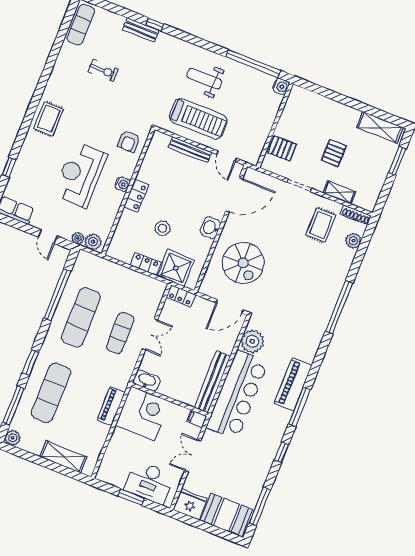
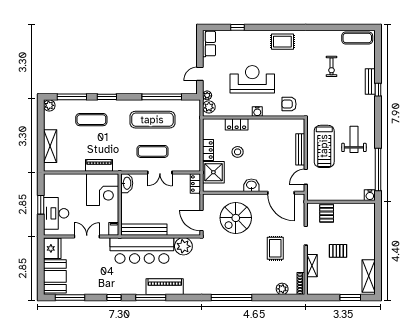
locker: (136, 196) -> (237, 124), moved
rug: (321, 225) -> (275, 248), moved, turned 90
exercise mat: (51, 393) -> (91, 120), width x0.73, depth x0.69

